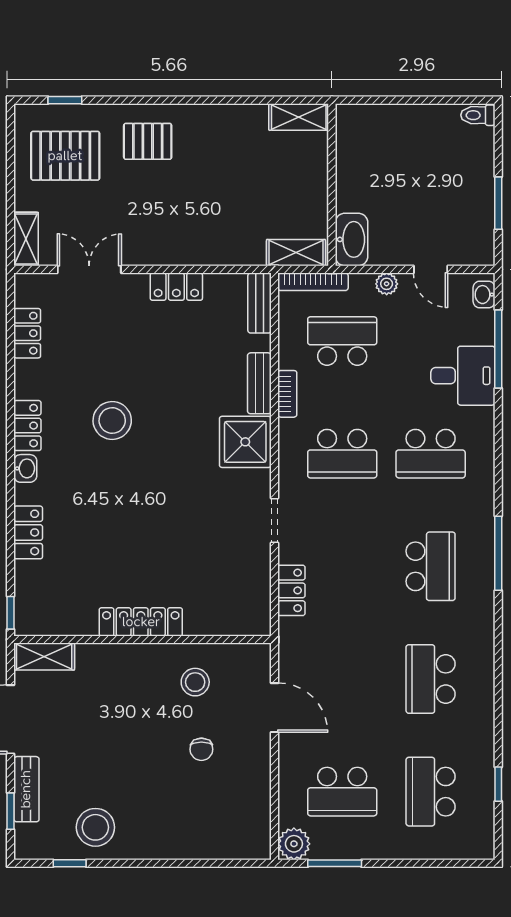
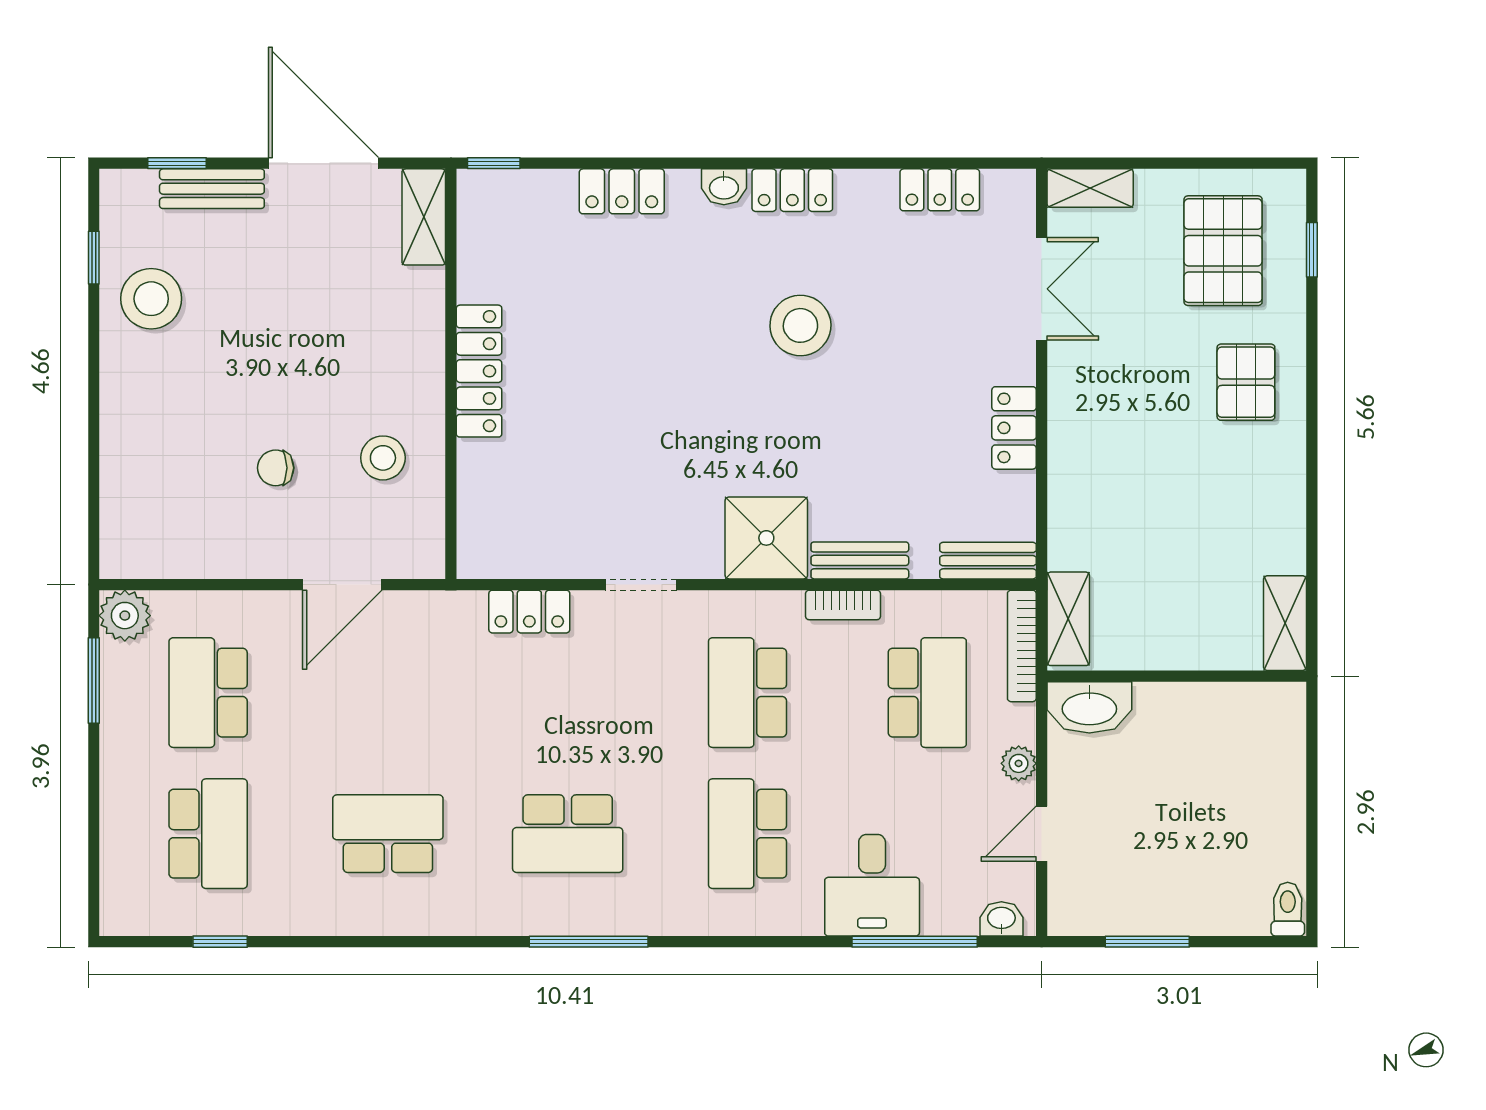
school desk: (431, 792) -> (208, 834), turned 90

